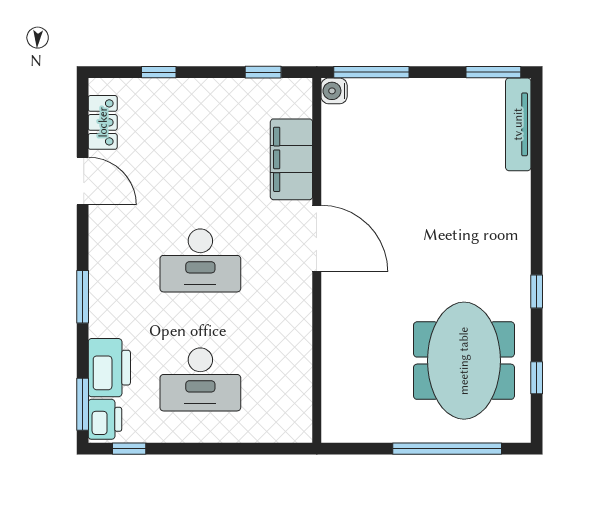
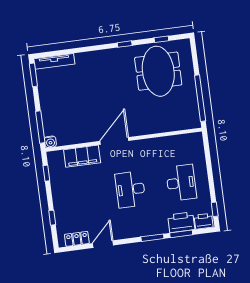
desk: (200, 260) -> (130, 189), turned 180
meeting table: (464, 361) -> (158, 71), turned 90
window: (83, 404) -> (181, 234), moved
window: (447, 449) -> (200, 98), moved

